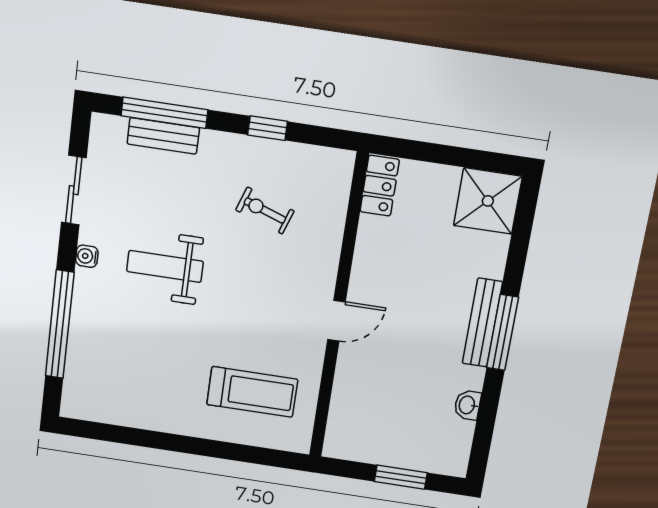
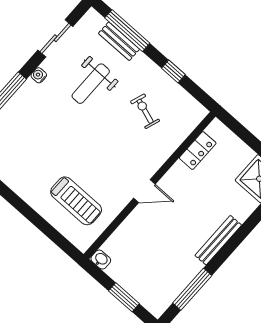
locker: (380, 186) -> (198, 151), moved
weight bench: (165, 266) -> (91, 84), moved, turned -90
window: (503, 332) -> (192, 289), moved
washbasin: (468, 405) -> (101, 260), moved, turned 90

